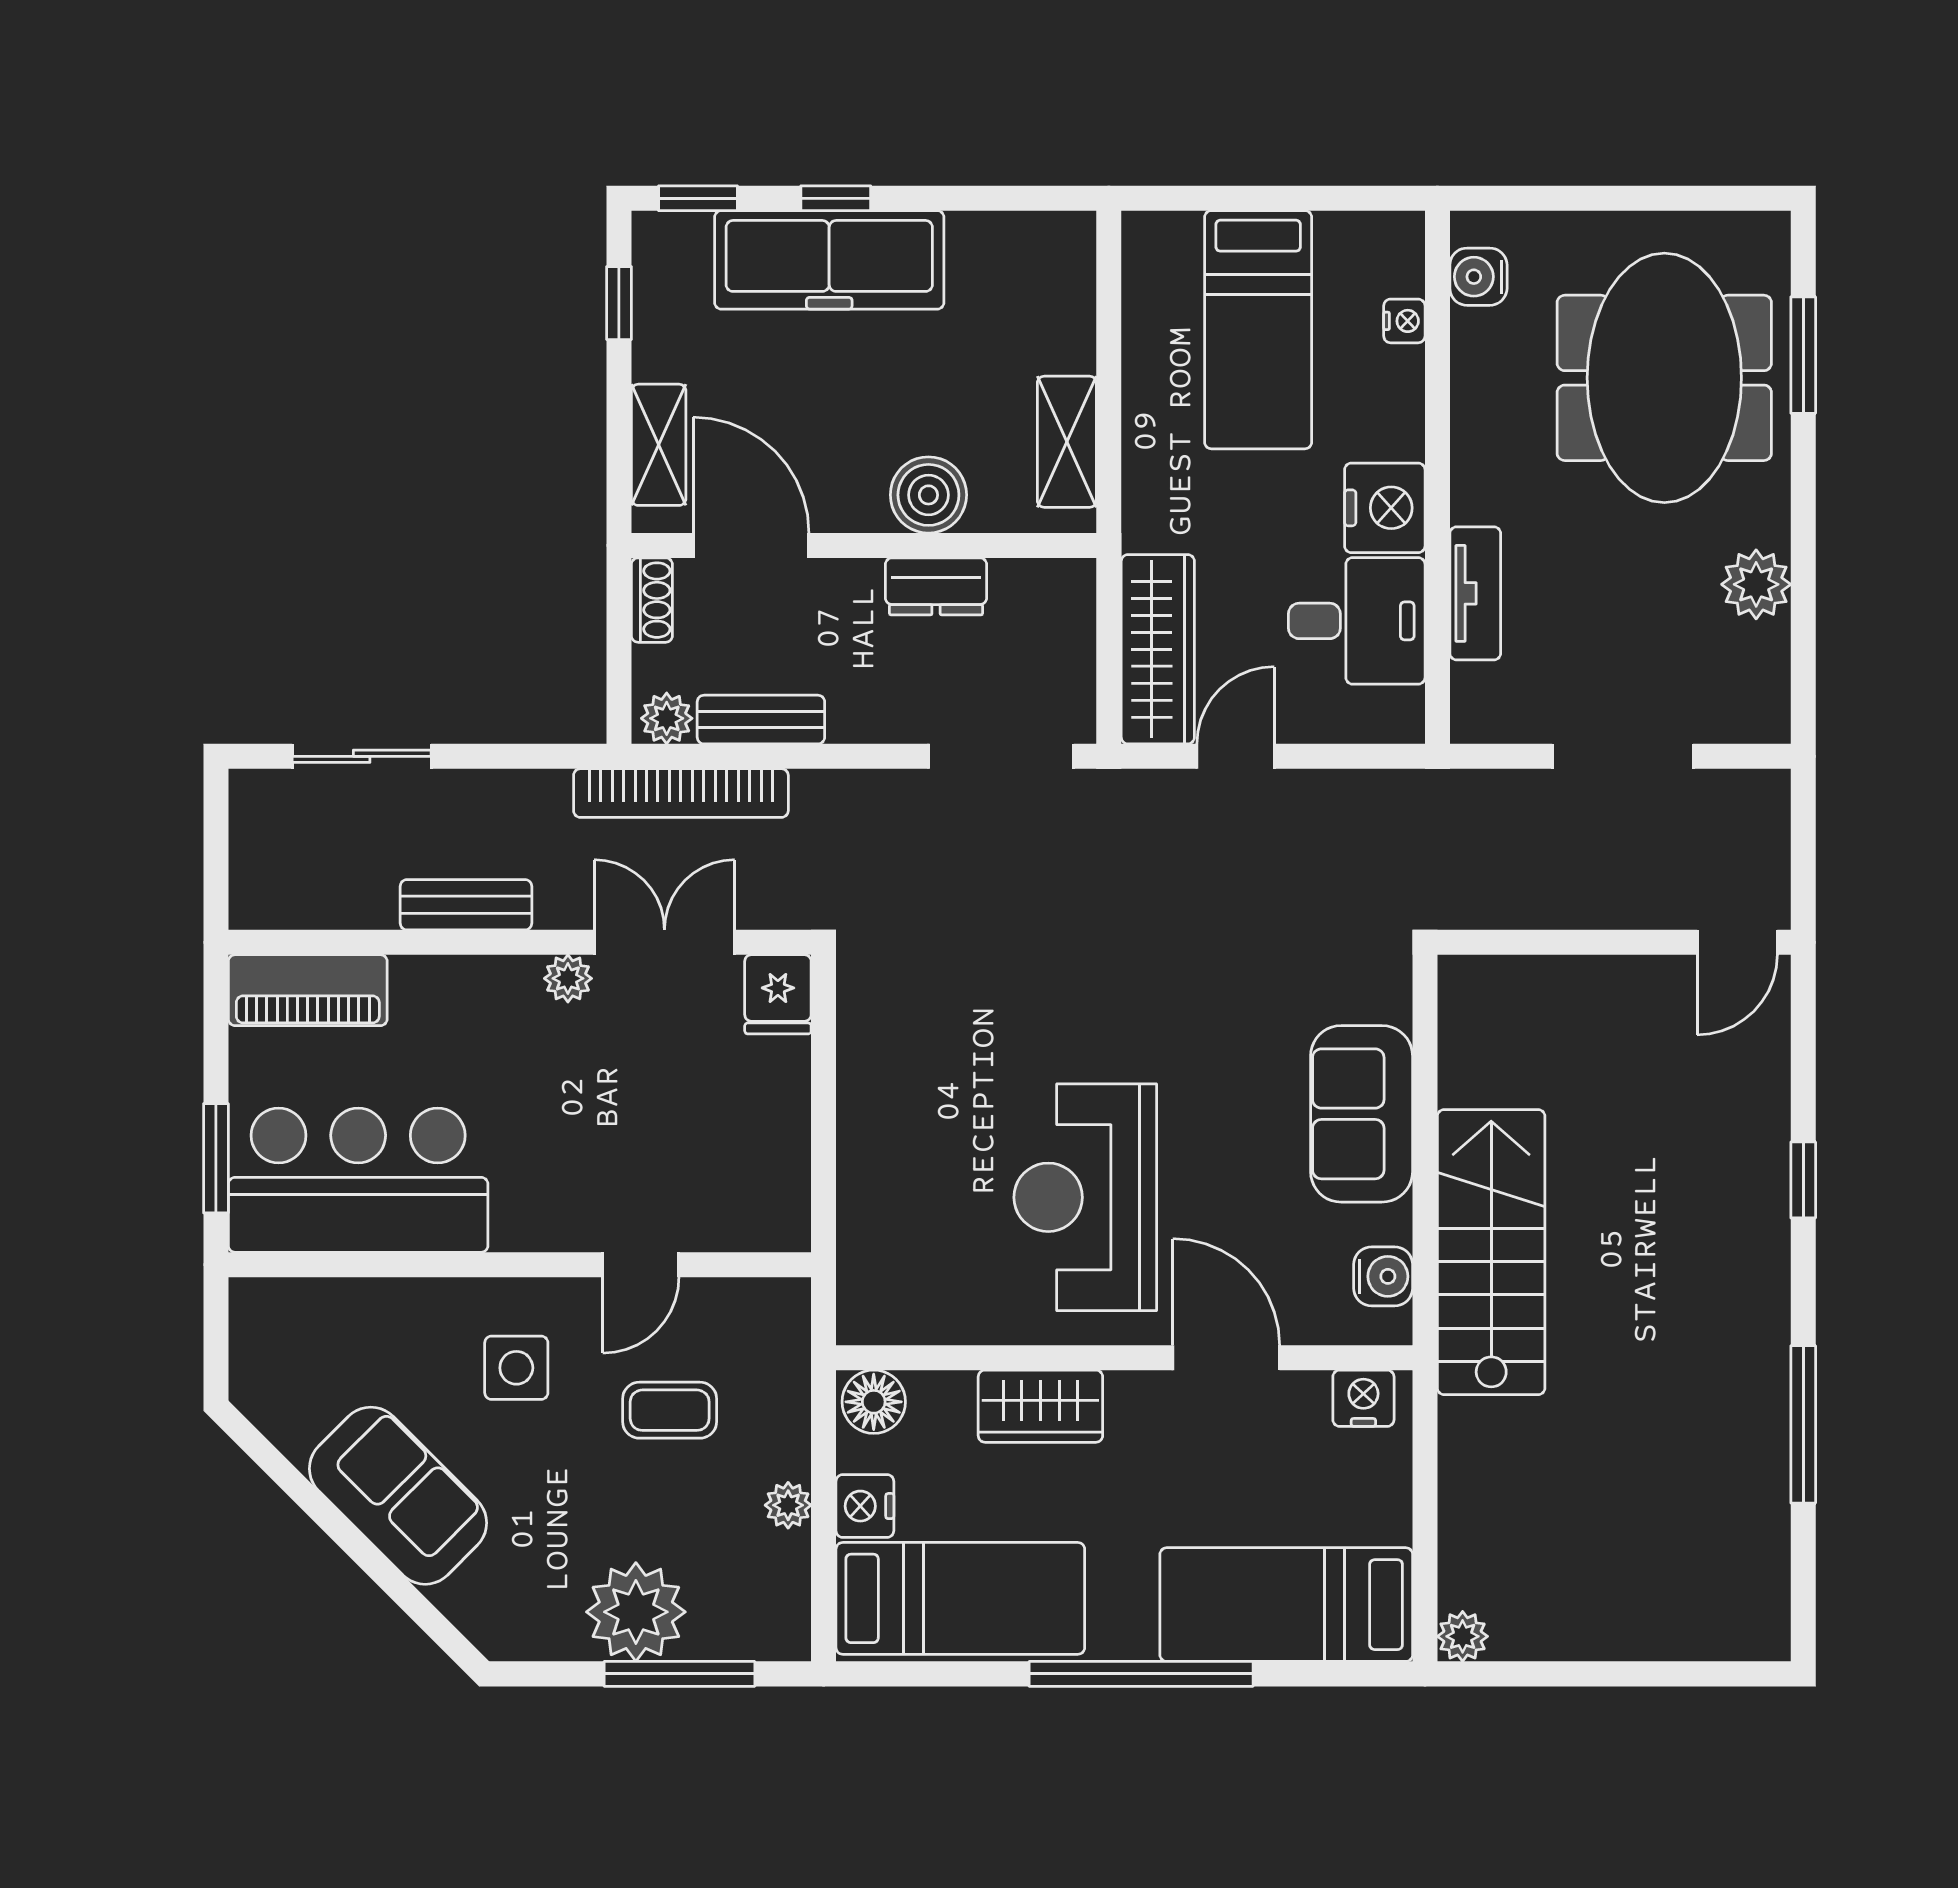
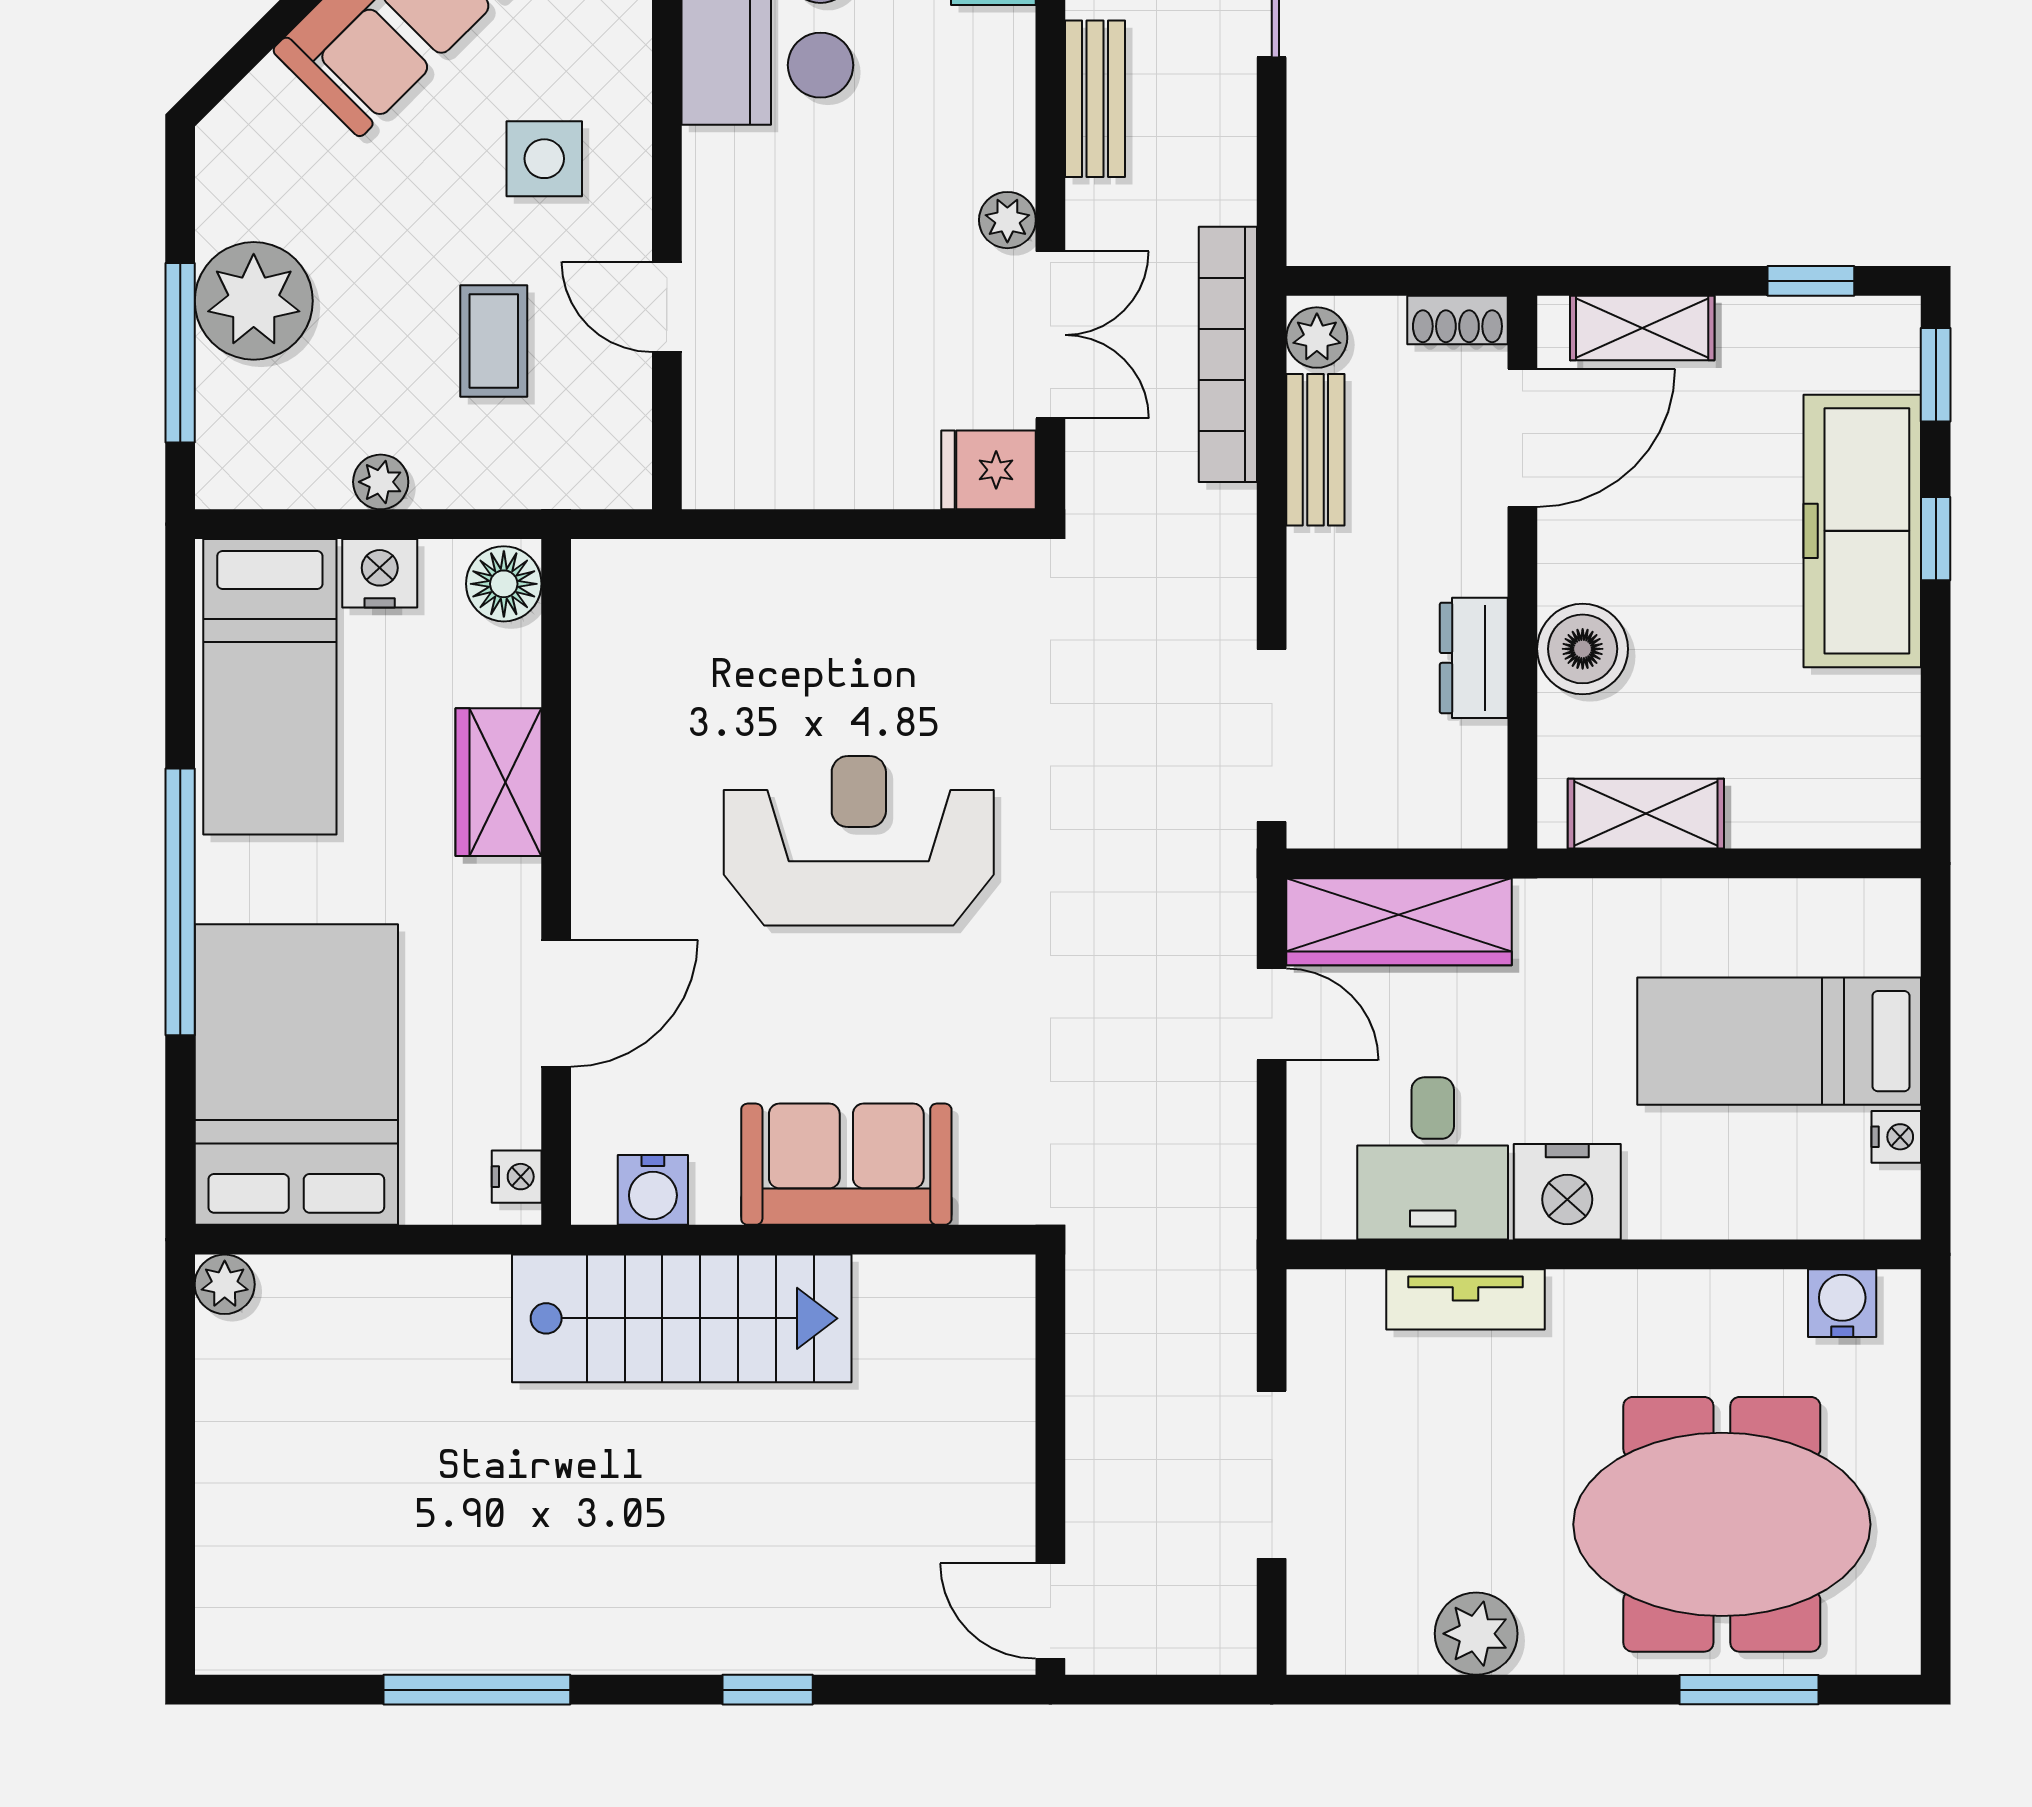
nightstand: (1404, 321) -> (1896, 1137), moved, turned -90
reception desk: (1085, 1197) -> (859, 841), moved
nightstand: (1363, 1398) -> (517, 1177), width x0.72, depth x0.74
bed: (1286, 1605) -> (296, 1075), width x1.50

